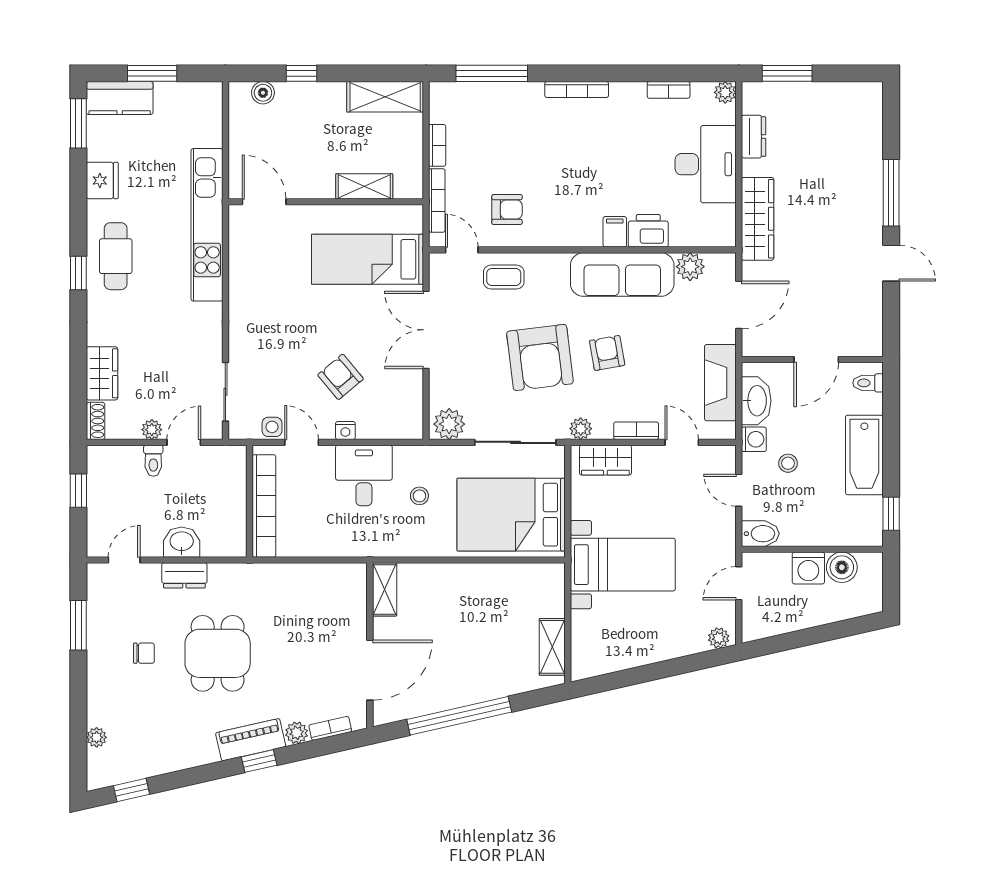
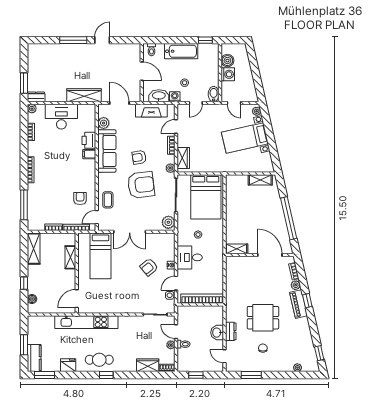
dresser: (754, 137) -> (36, 97), moved
bed with nightstands: (623, 565) -> (245, 138), moved, turned -103

